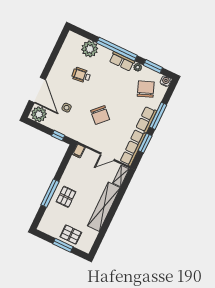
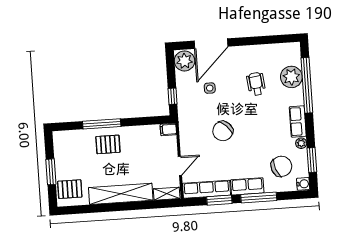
window: (117, 49) -> (307, 85), moved
door: (107, 157) -> (180, 166), swing flipped
pallet: (71, 235) -> (70, 189), moved, turned 90

